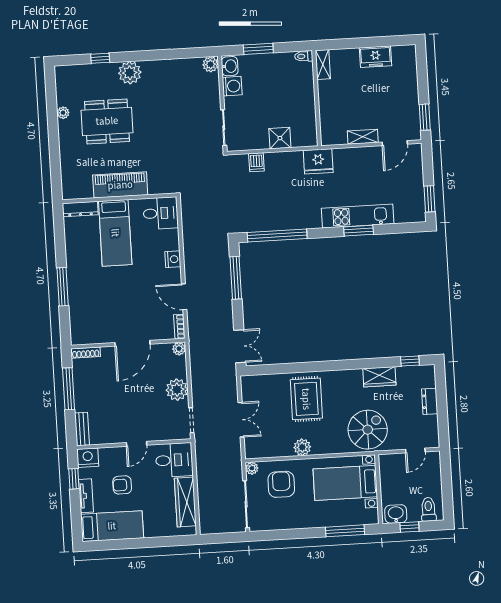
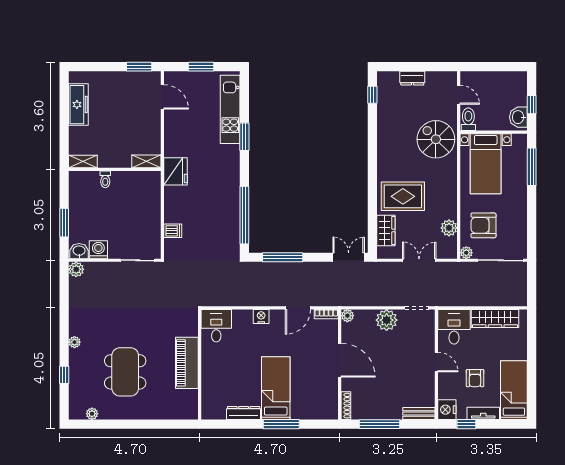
toilet: (304, 56) -> (105, 179), moved
freezer: (375, 57) -> (78, 105), width x1.40
plant: (130, 73) -> (74, 342), width x0.53, depth x0.53
plant: (63, 113) -> (92, 414), moved
shelving: (363, 137) -> (146, 161), moved, turned 90
shower: (280, 138) -> (151, 207), removed
window: (430, 199) -> (201, 67), moved
dresser: (80, 209) -> (244, 413), moved, turned -90
kitchen unit: (358, 216) -> (230, 109), moved
bed: (115, 233) -> (276, 388), moved, turned -90
wardrobe: (379, 377) -> (386, 230), moved
plant: (302, 447) -> (449, 228), moved
toilet: (428, 509) -> (468, 119), moved, turned 90

